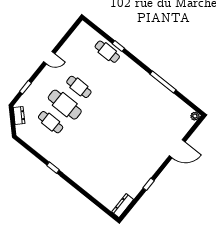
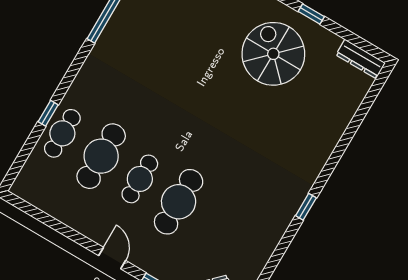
door: (49, 58) -> (112, 258), moved
cafe table: (51, 122) -> (101, 156), moved, width x1.37, depth x1.35
spiral stairs: (132, 163) -> (273, 54), added

